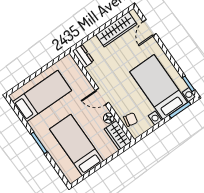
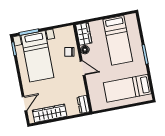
chair: (131, 119) -> (69, 52), moved

